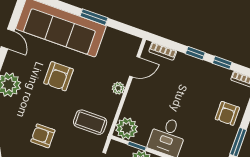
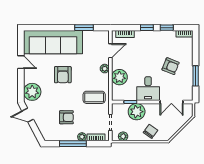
window: (94, 17) -> (84, 28), moved
armchair: (227, 113) -> (171, 66), moved, turned -68
plant: (127, 128) -> (119, 77), moved
armchair: (43, 136) -> (66, 117), turned 180

